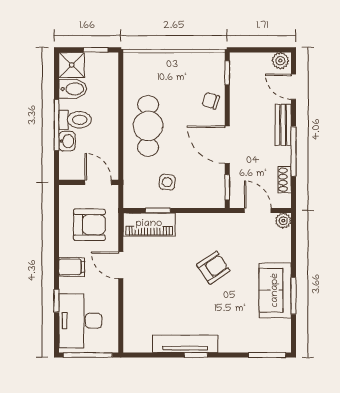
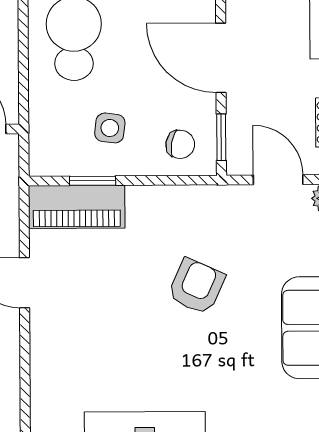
chair: (205, 191) -> (180, 144), added
armchair: (213, 268) -> (196, 286), turned -32

